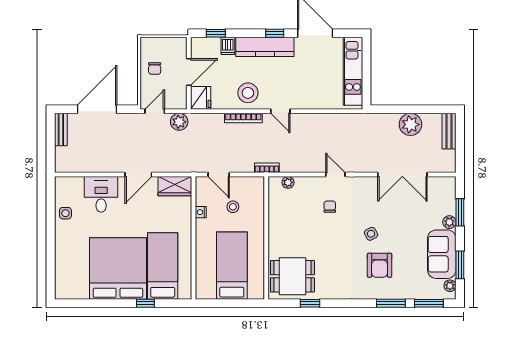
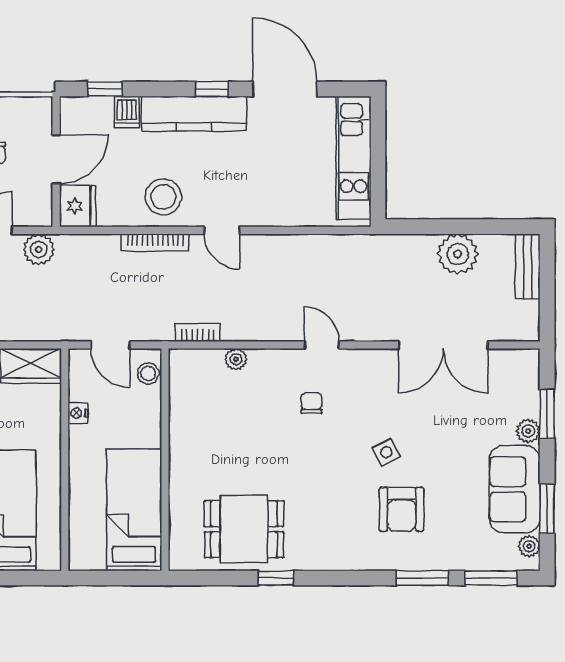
stool: (233, 207) -> (148, 373), moved
wall: (266, 238) -> (165, 460), moved

